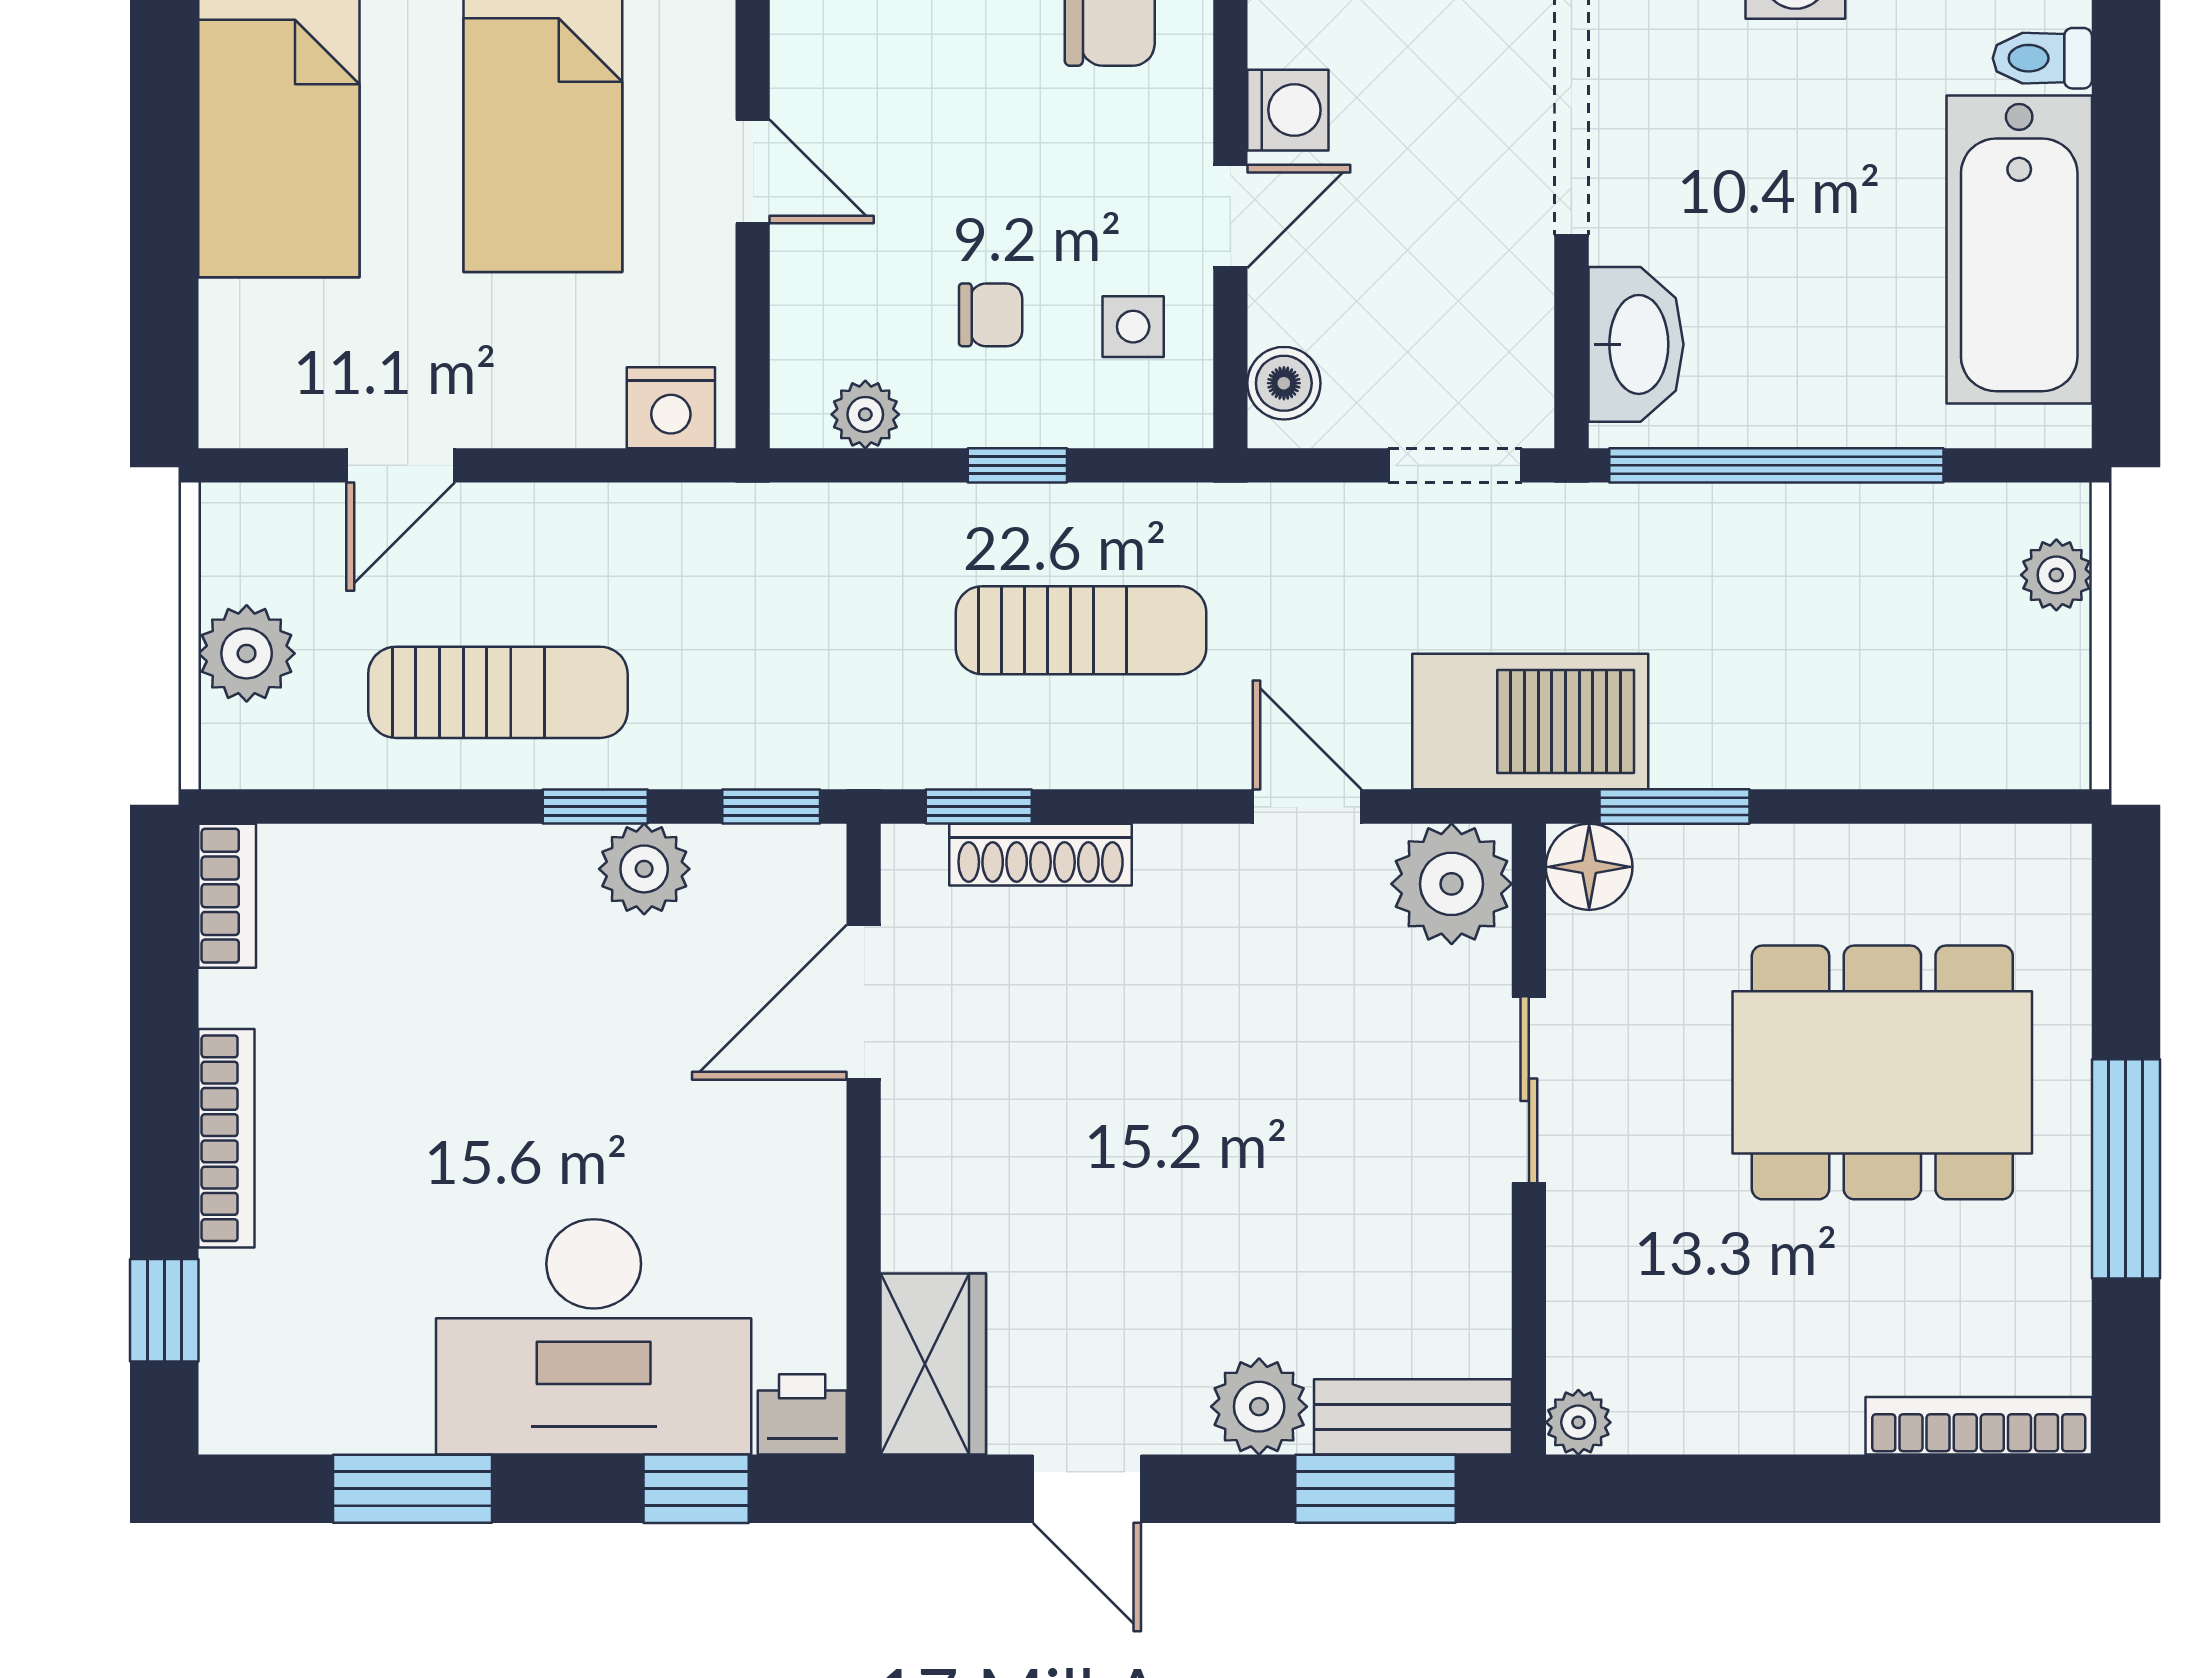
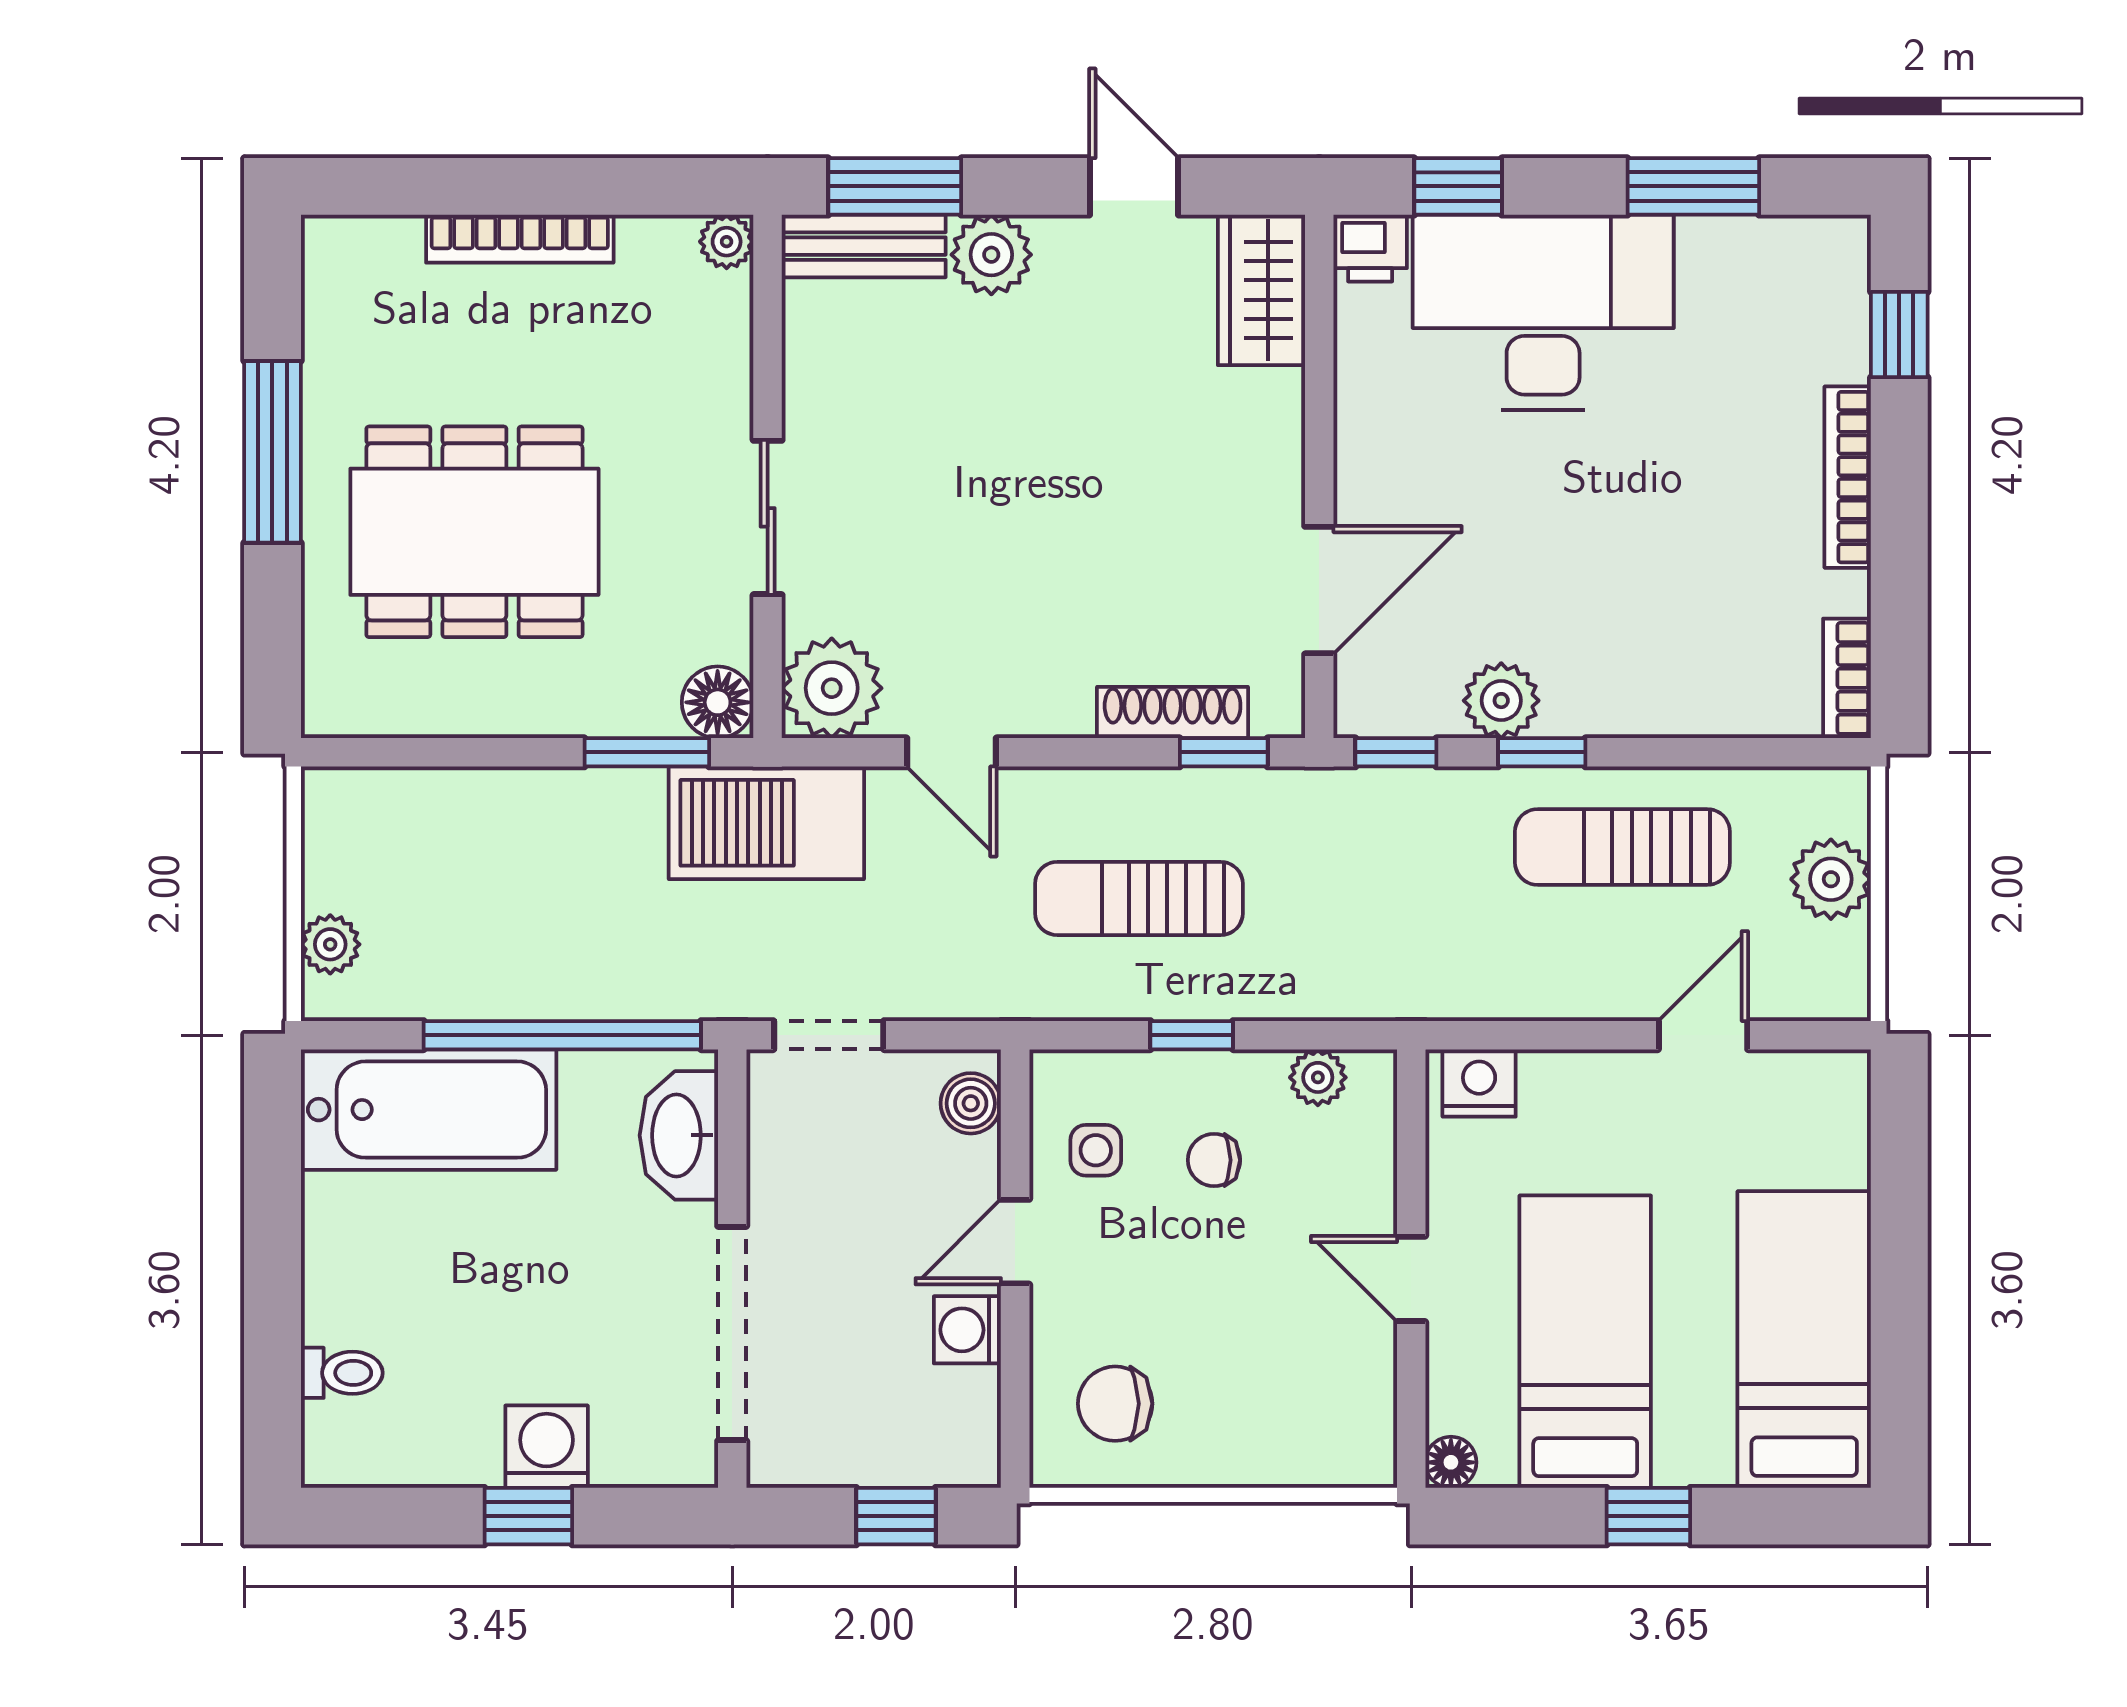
bathtub: (2019, 249) -> (429, 1110), moved, turned 90
bookcase: (1979, 1426) -> (520, 239), moved

